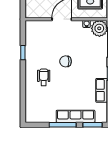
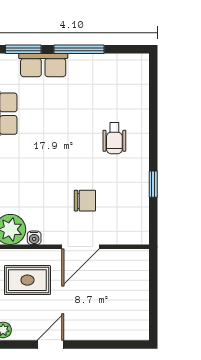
chair: (66, 61) -> (85, 201), moved
row of seats: (76, 116) -> (43, 65), width x0.68

